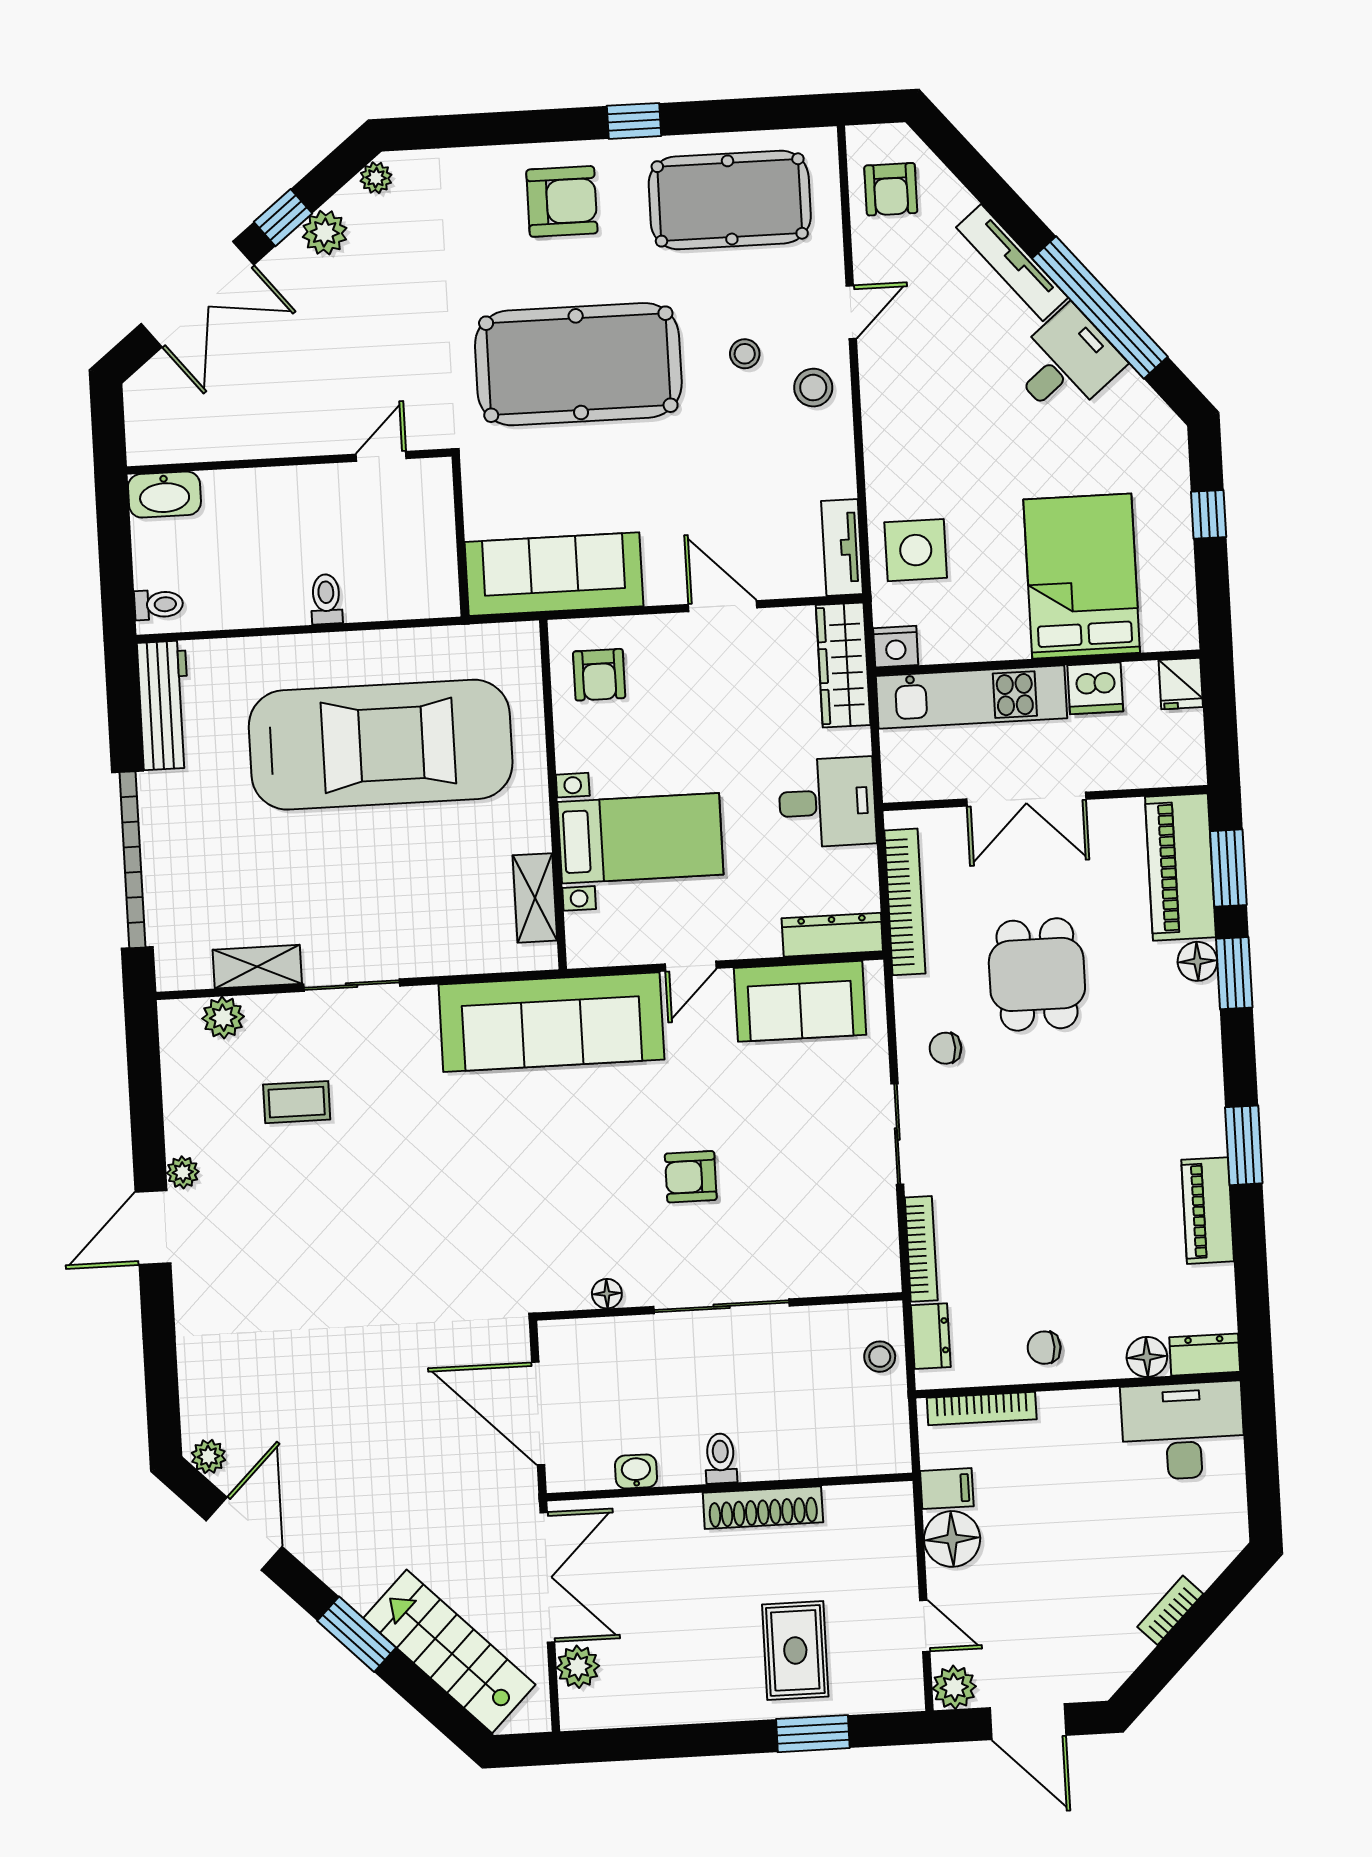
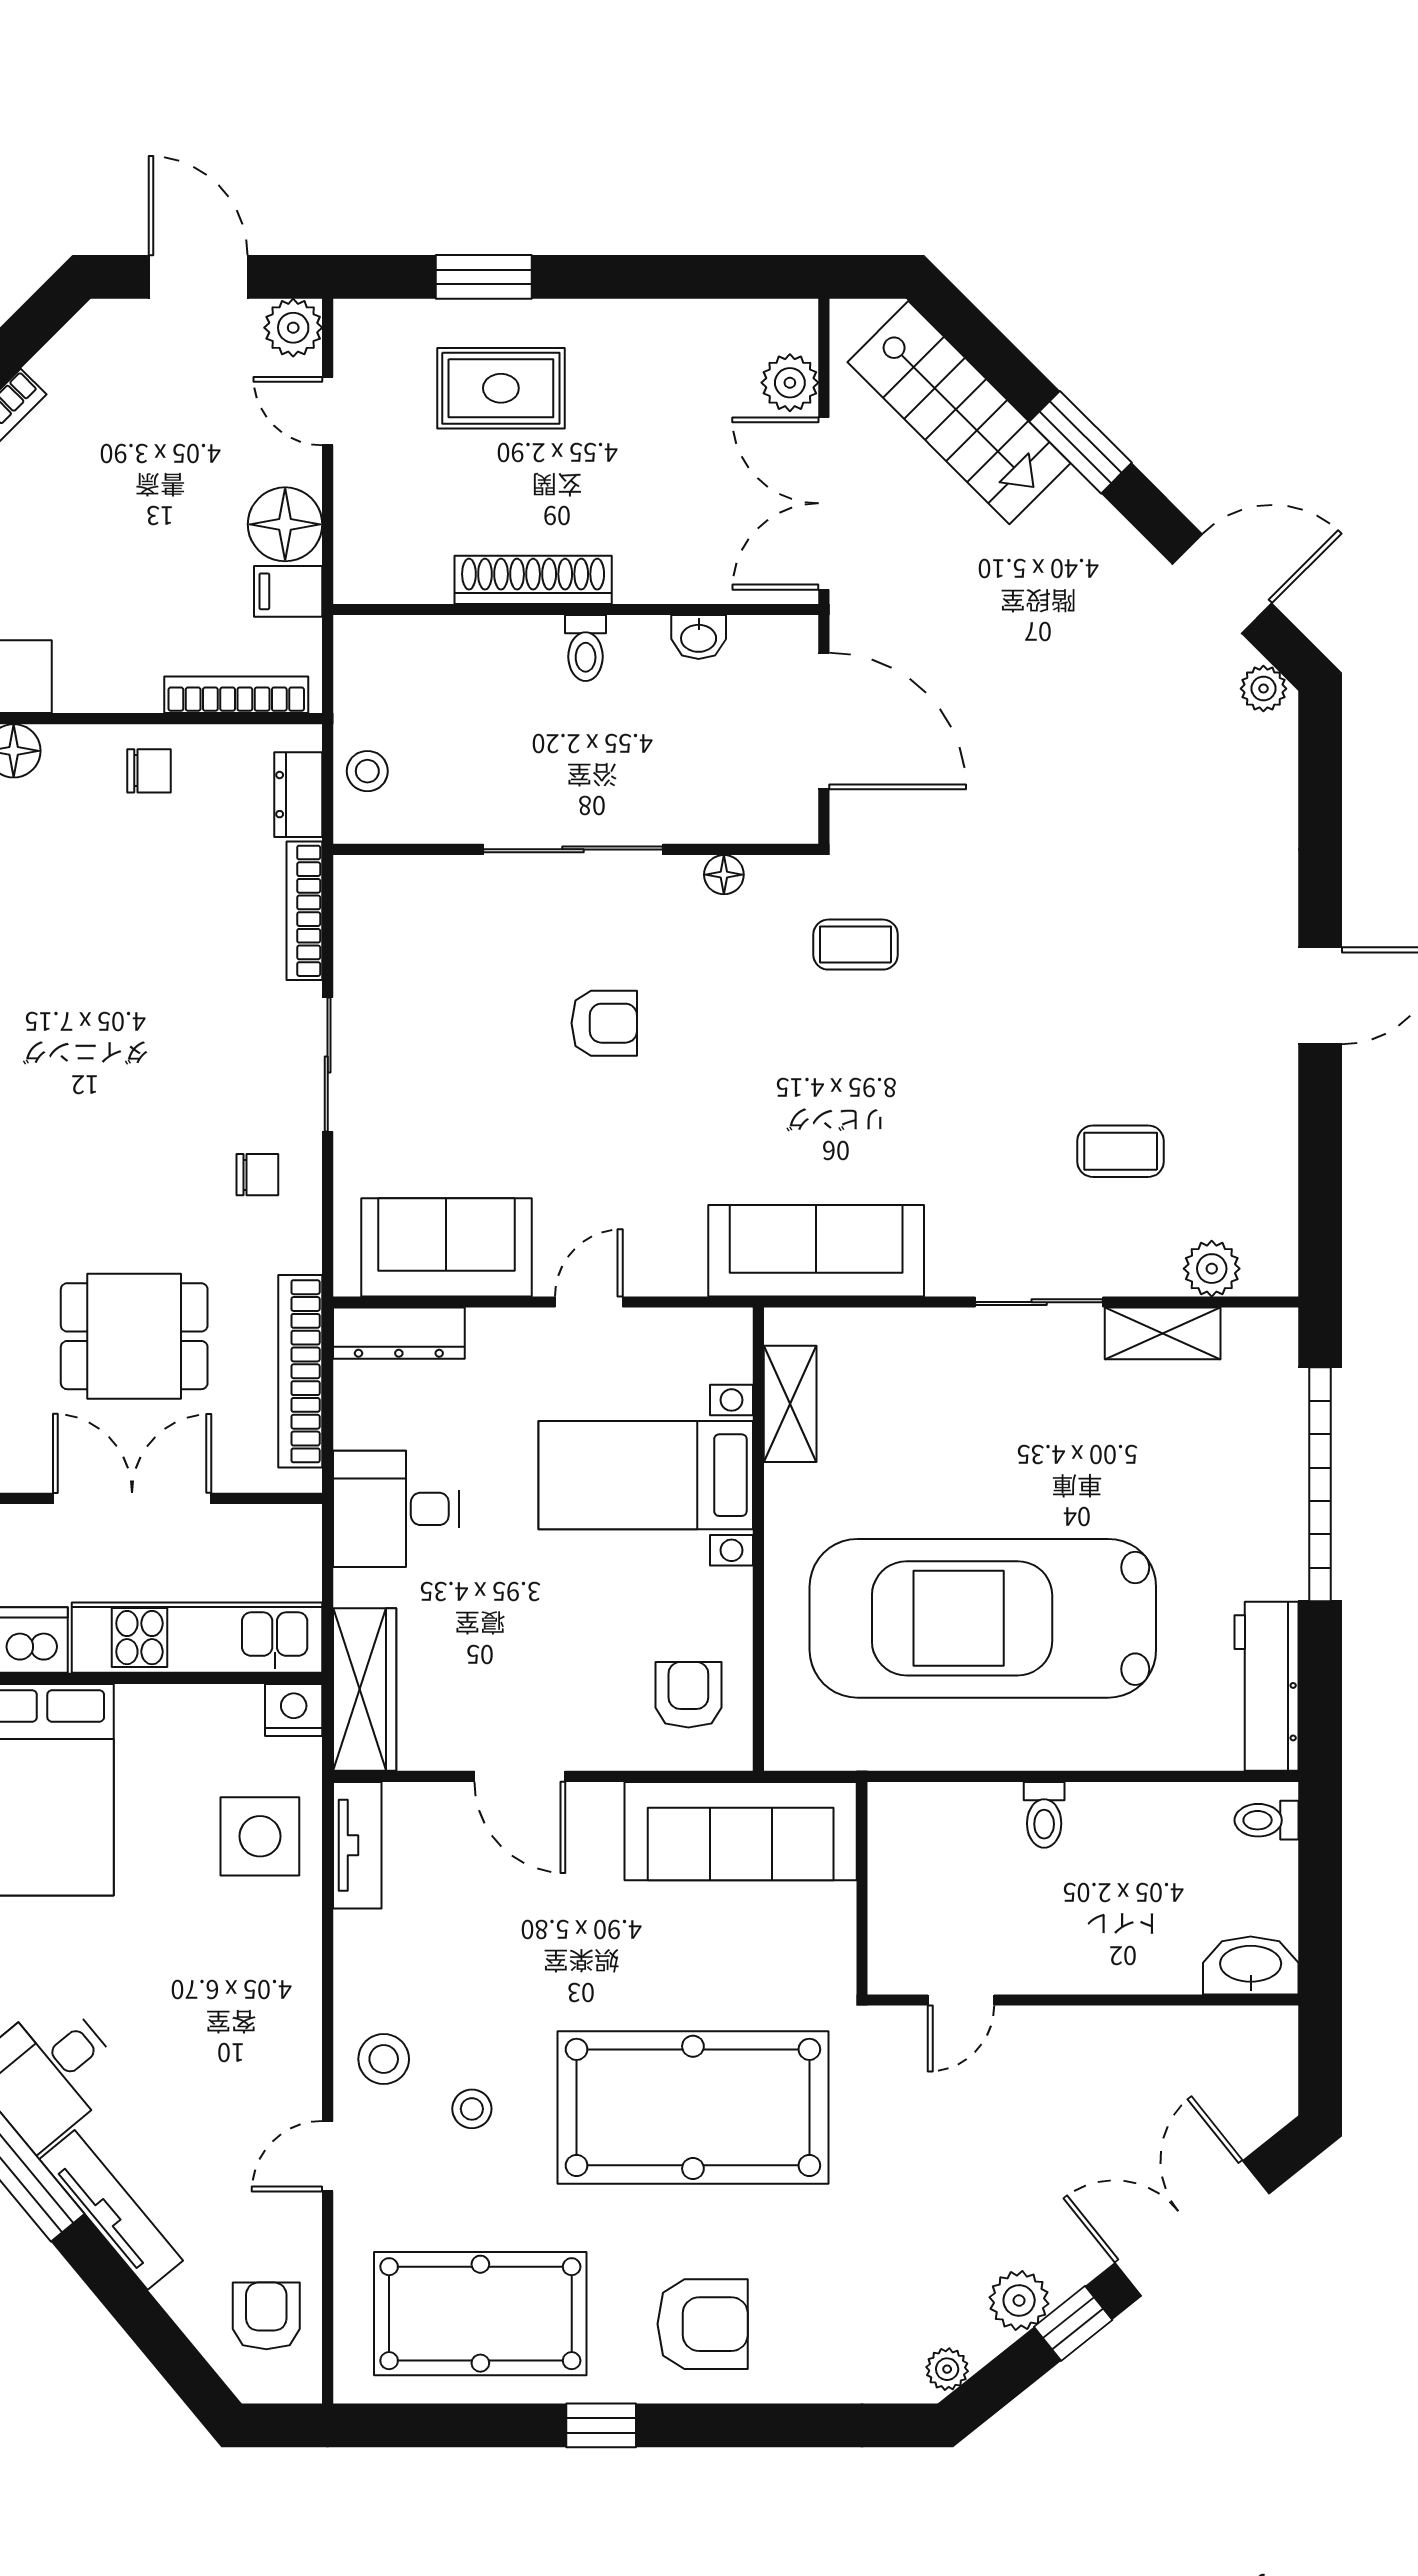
armchair: (562, 201) -> (703, 2324), turned 180
dining table: (1037, 974) -> (134, 1336), moved, turned 90
sofa: (551, 1022) -> (816, 1251), width x0.74, depth x0.79
plant: (183, 1172) -> (1277, 1067), removed
coffee table: (505, 1247) -> (856, 945), added
door: (244, 1534) -> (1222, 584), swing flipped
rug: (795, 1650) -> (501, 388), turned 90

